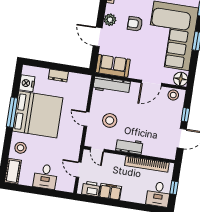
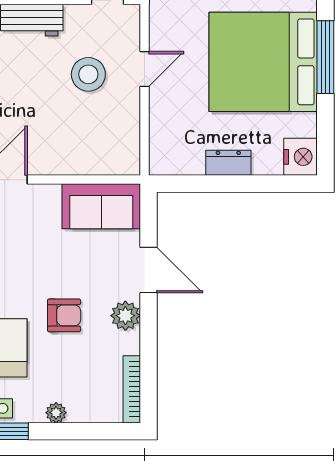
nightstand: (27, 83) -> (301, 157), moved
workbench: (112, 85) -> (97, 159), removed
door: (87, 119) -> (144, 69), hinge flipped

